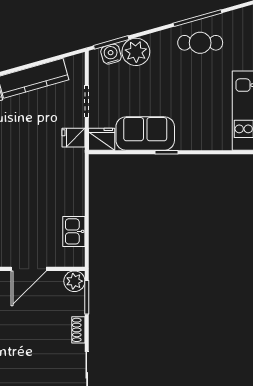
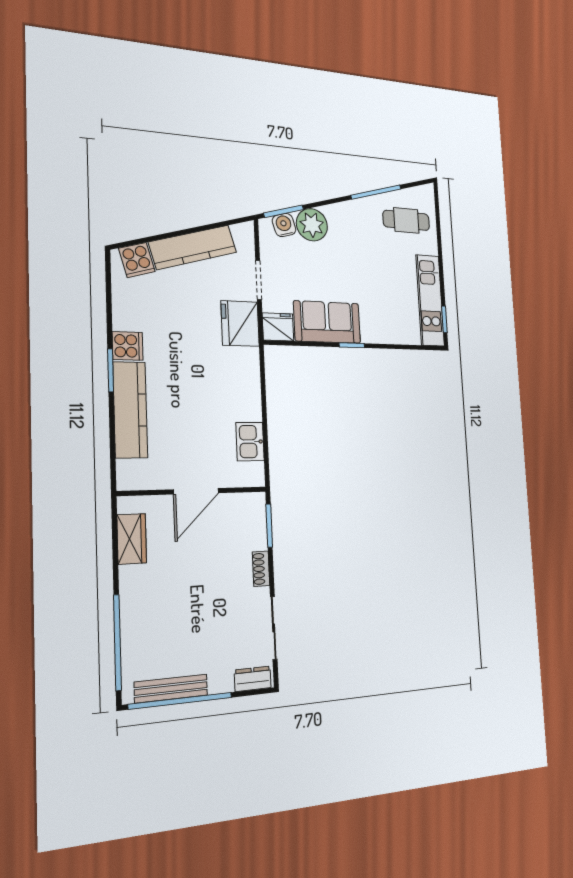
cafe table: (200, 43) -> (406, 220), moved
fridge: (73, 138) -> (240, 324), width x1.88, depth x1.34
plant: (74, 281) -> (253, 505), removed

